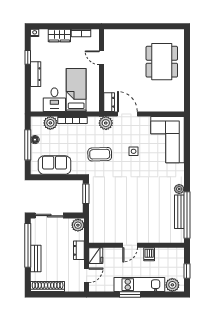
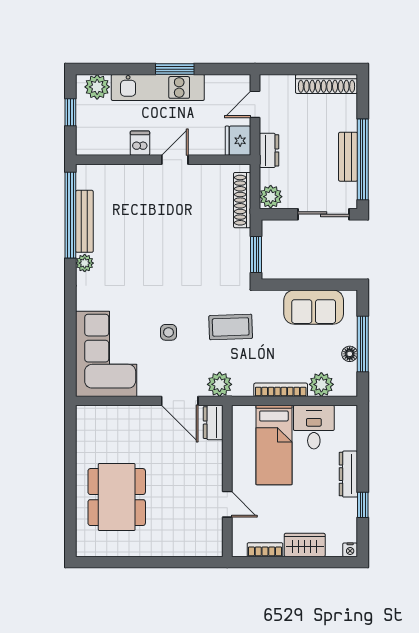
shoe rack: (93, 223) -> (242, 200), added
bench: (36, 258) -> (348, 157), moved

